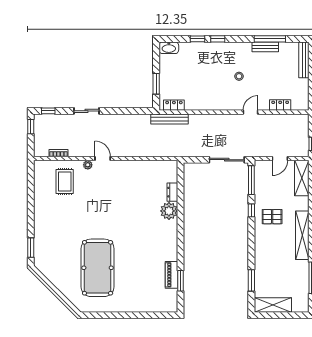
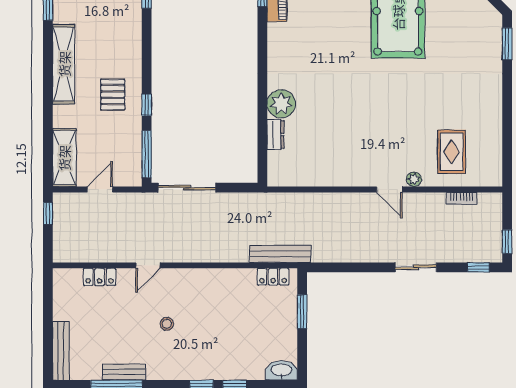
pallet: (272, 217) -> (113, 95), turned 90

